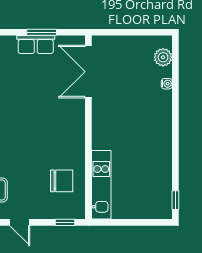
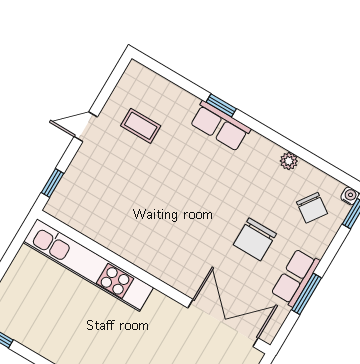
chair: (62, 181) -> (255, 239), moved
kitchen unit: (101, 185) -> (88, 265), width x1.36

